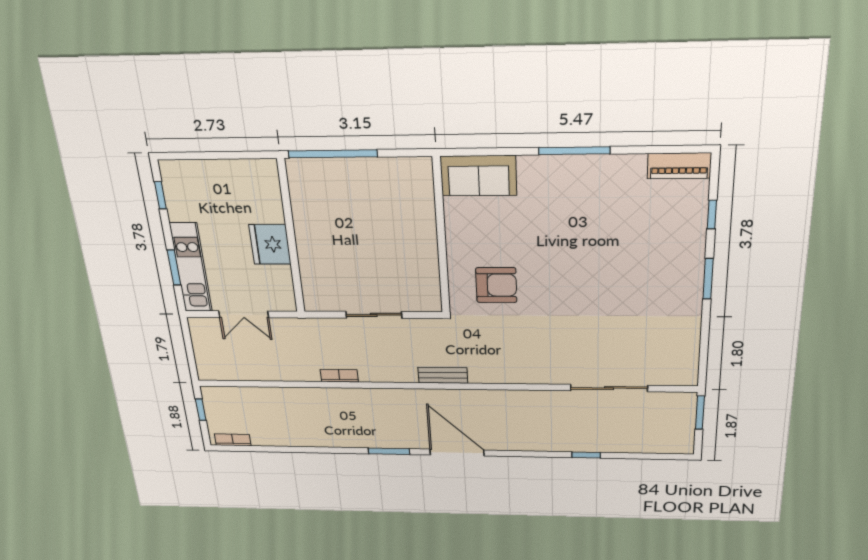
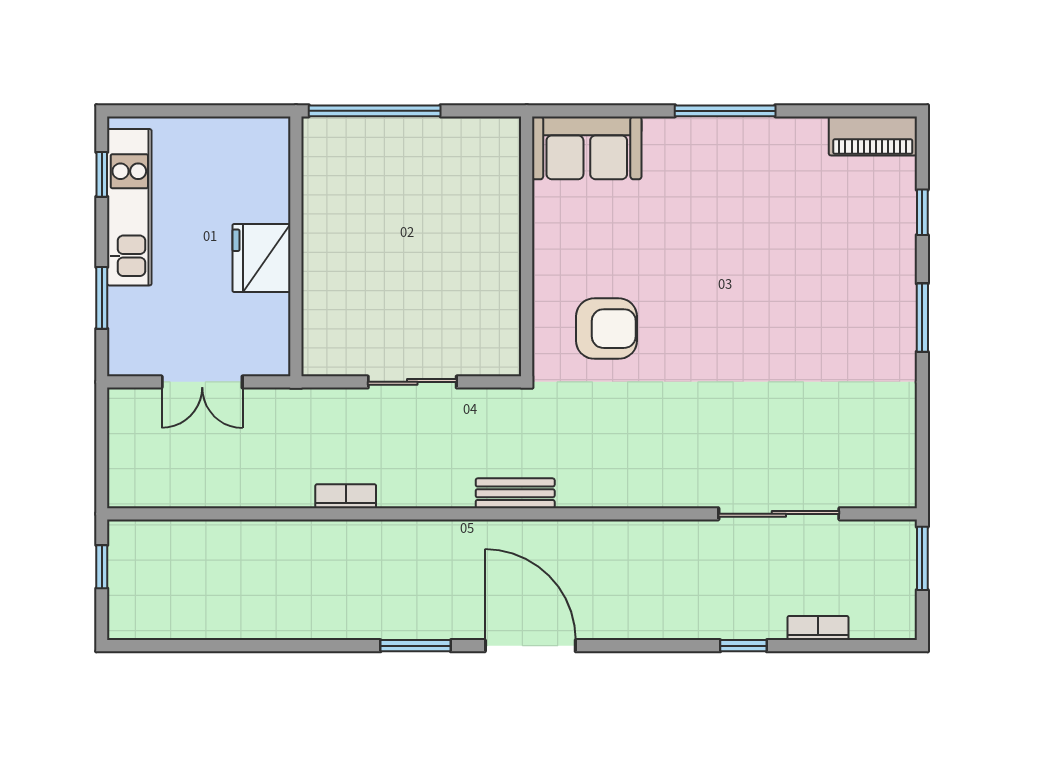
kitchen unit: (191, 268) -> (129, 207), moved
bookcase: (233, 440) -> (818, 628), moved

